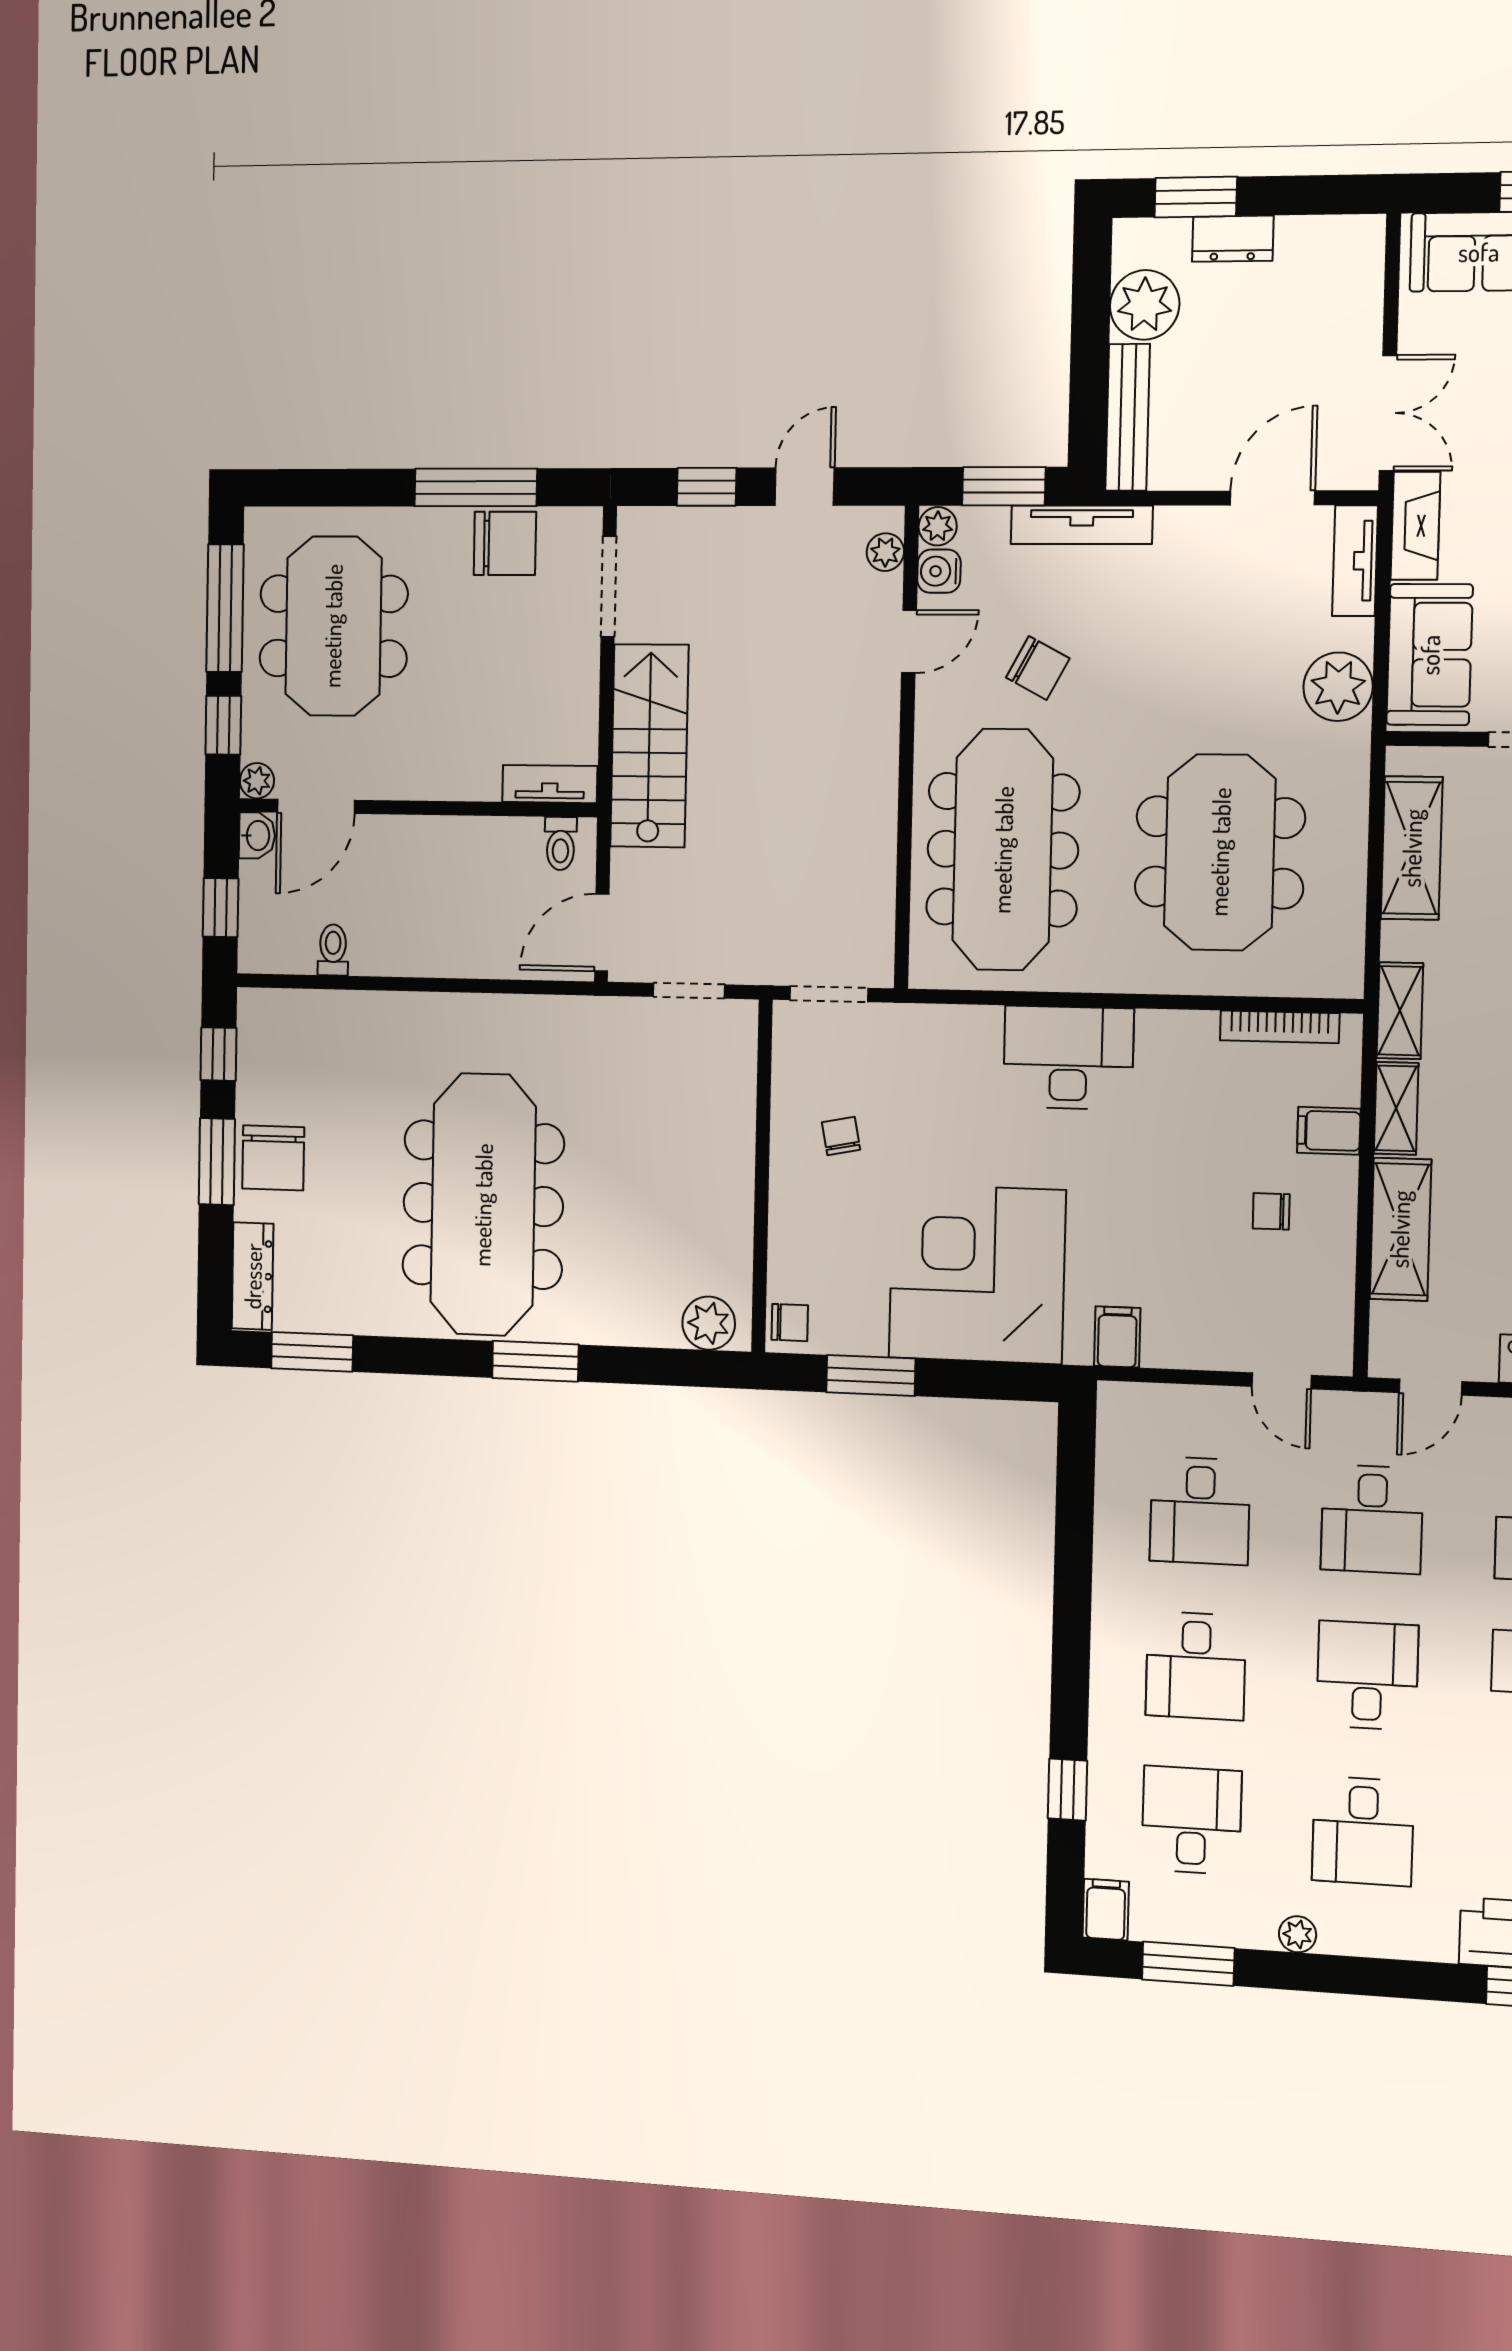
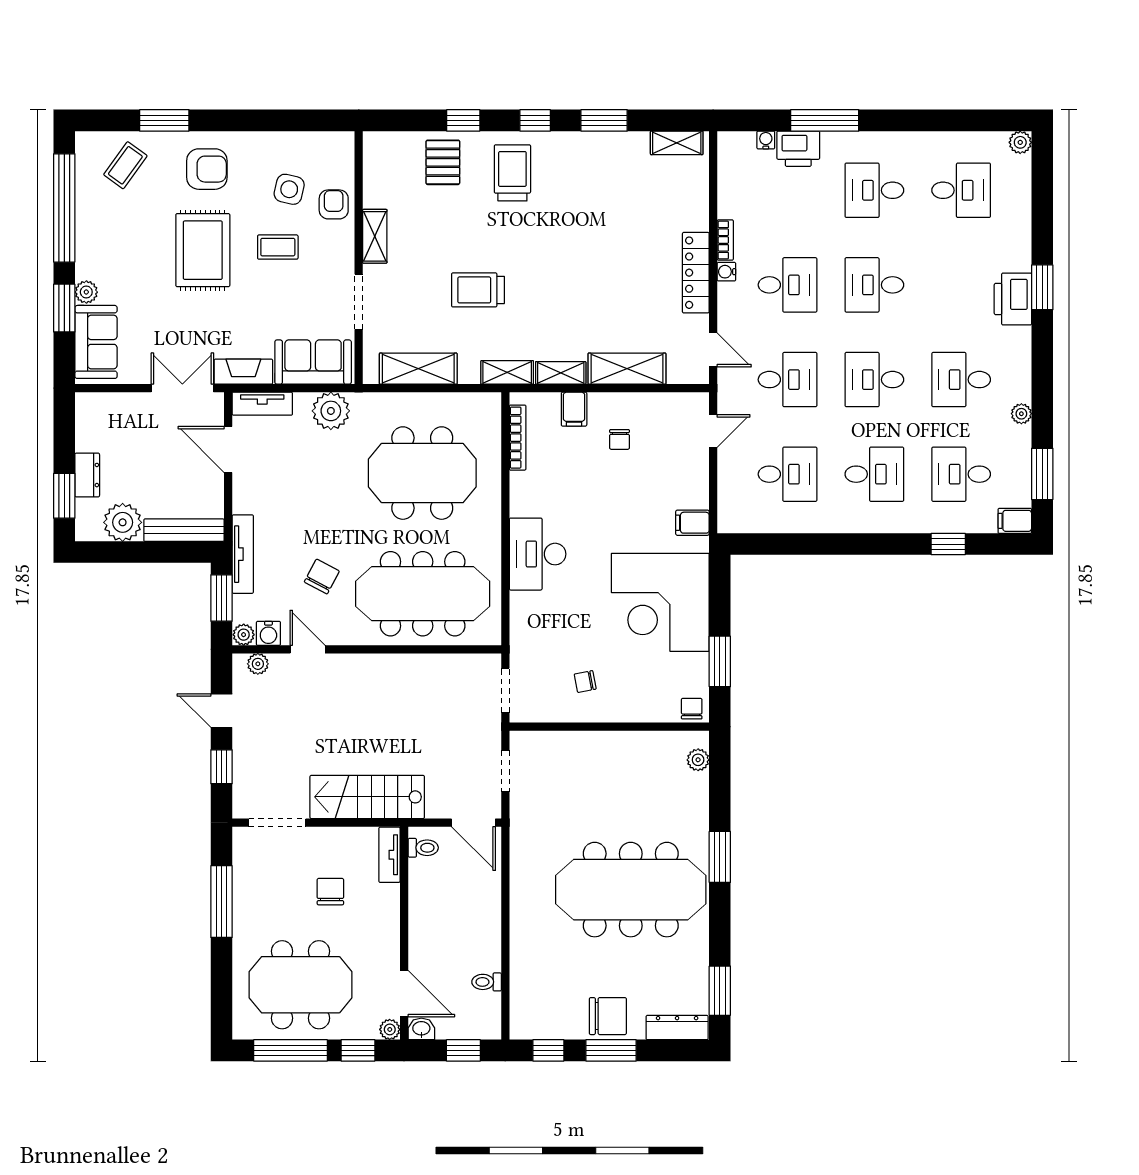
chair: (505, 543) -> (330, 892), moved, width x0.73, depth x0.73
plant: (709, 1323) -> (698, 760), width x0.73, depth x0.73
desk: (1363, 1831) -> (961, 380), turned 180

